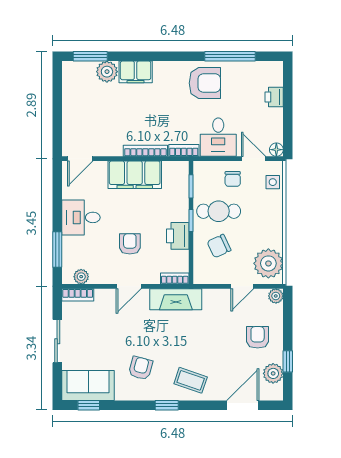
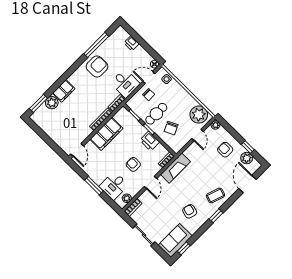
desk: (81, 217) -> (114, 186), moved
window: (57, 250) -> (94, 186), moved

